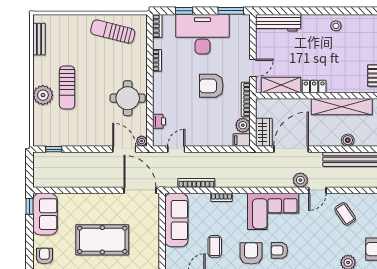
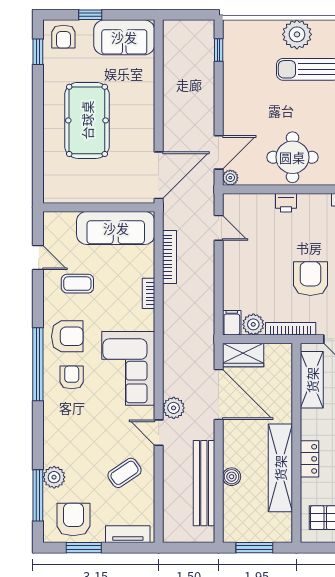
locker: (314, 86) -> (310, 459), moved
printer: (159, 121) -> (286, 203), moved
window: (29, 206) -> (90, 15), moved
armchair: (44, 256) -> (63, 37), turned 90

